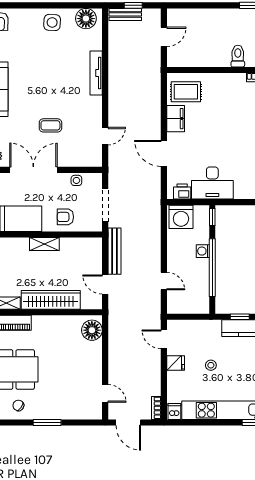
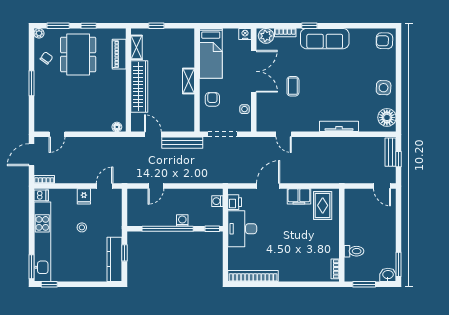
door: (164, 37) -> (382, 186), moved
washing machine: (181, 217) -> (217, 201), width x0.53, depth x0.53
door: (105, 284) -> (153, 134), hinge flipped
floor lamp: (92, 330) -> (117, 127), width x0.53, depth x0.53

